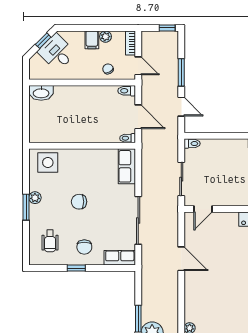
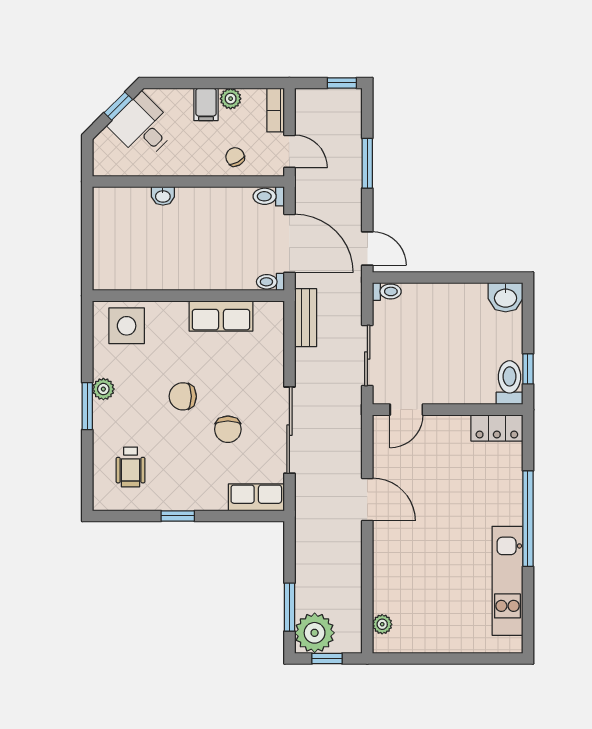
washbasin: (41, 93) -> (163, 196), moved, width x0.52, depth x0.69
door: (181, 107) -> (367, 249), moved
door: (138, 117) -> (289, 243), width x1.36
bench: (147, 158) -> (306, 318), added
row of seats: (127, 166) -> (221, 316), moved, turned -90
chair: (84, 247) -> (228, 429), moved

